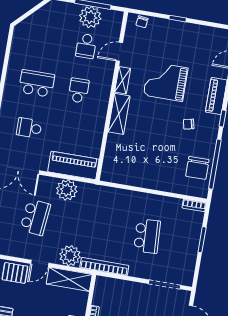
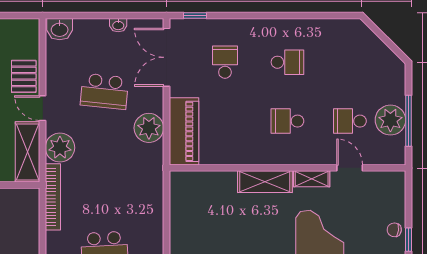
chair: (142, 22) -> (394, 230), moved
school desk: (37, 83) -> (287, 62), width x0.54
school desk: (79, 90) -> (287, 121), turned 180

